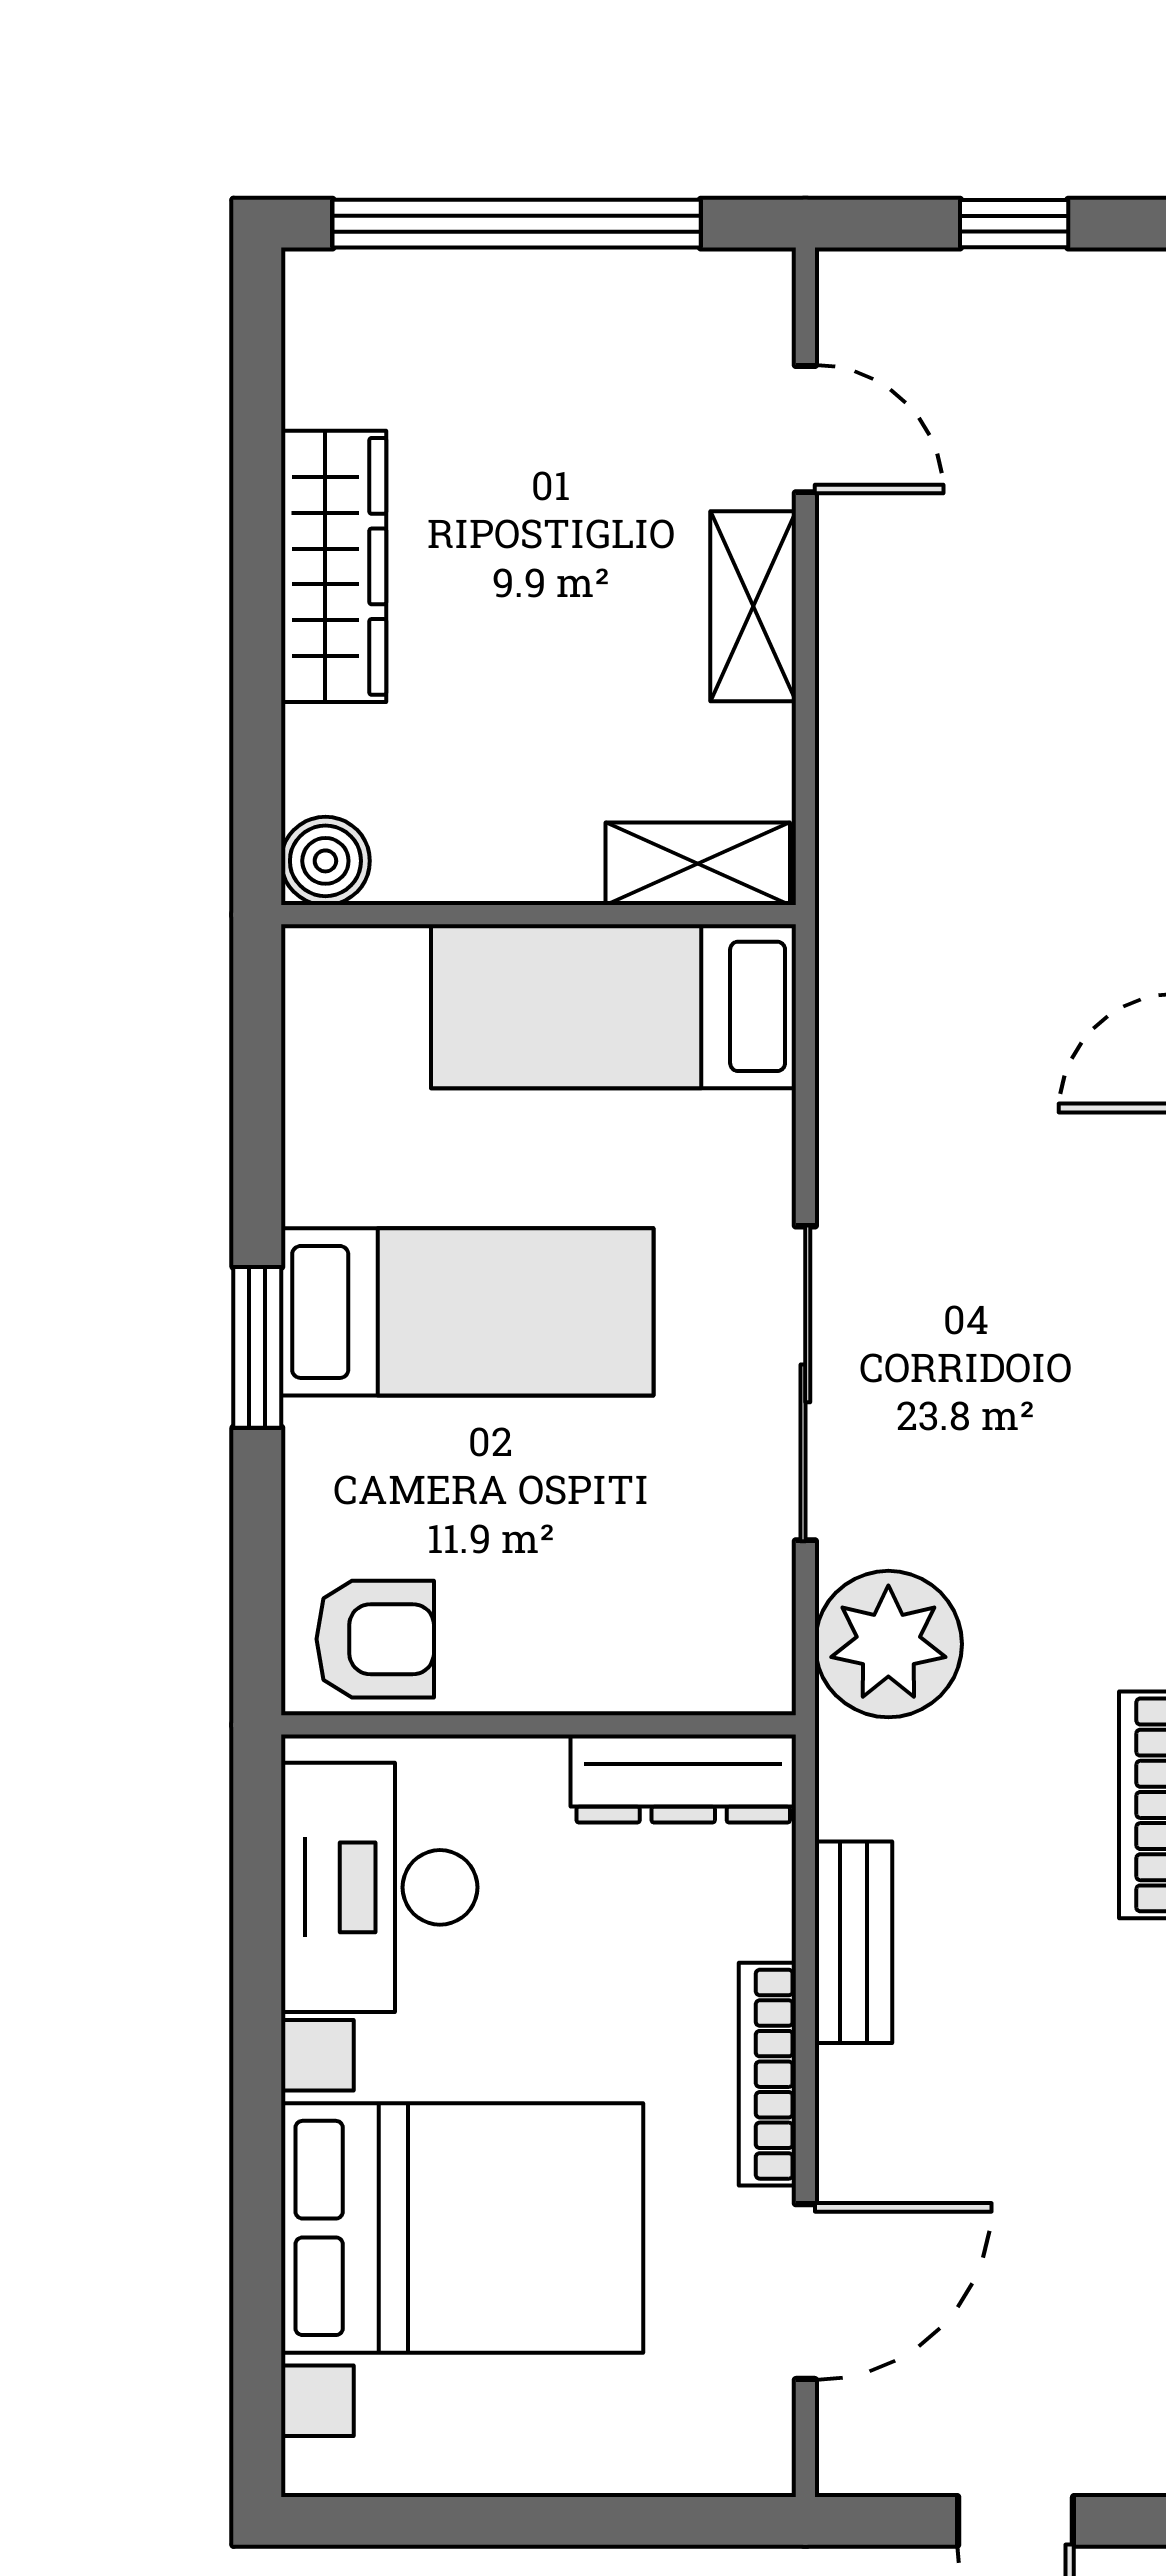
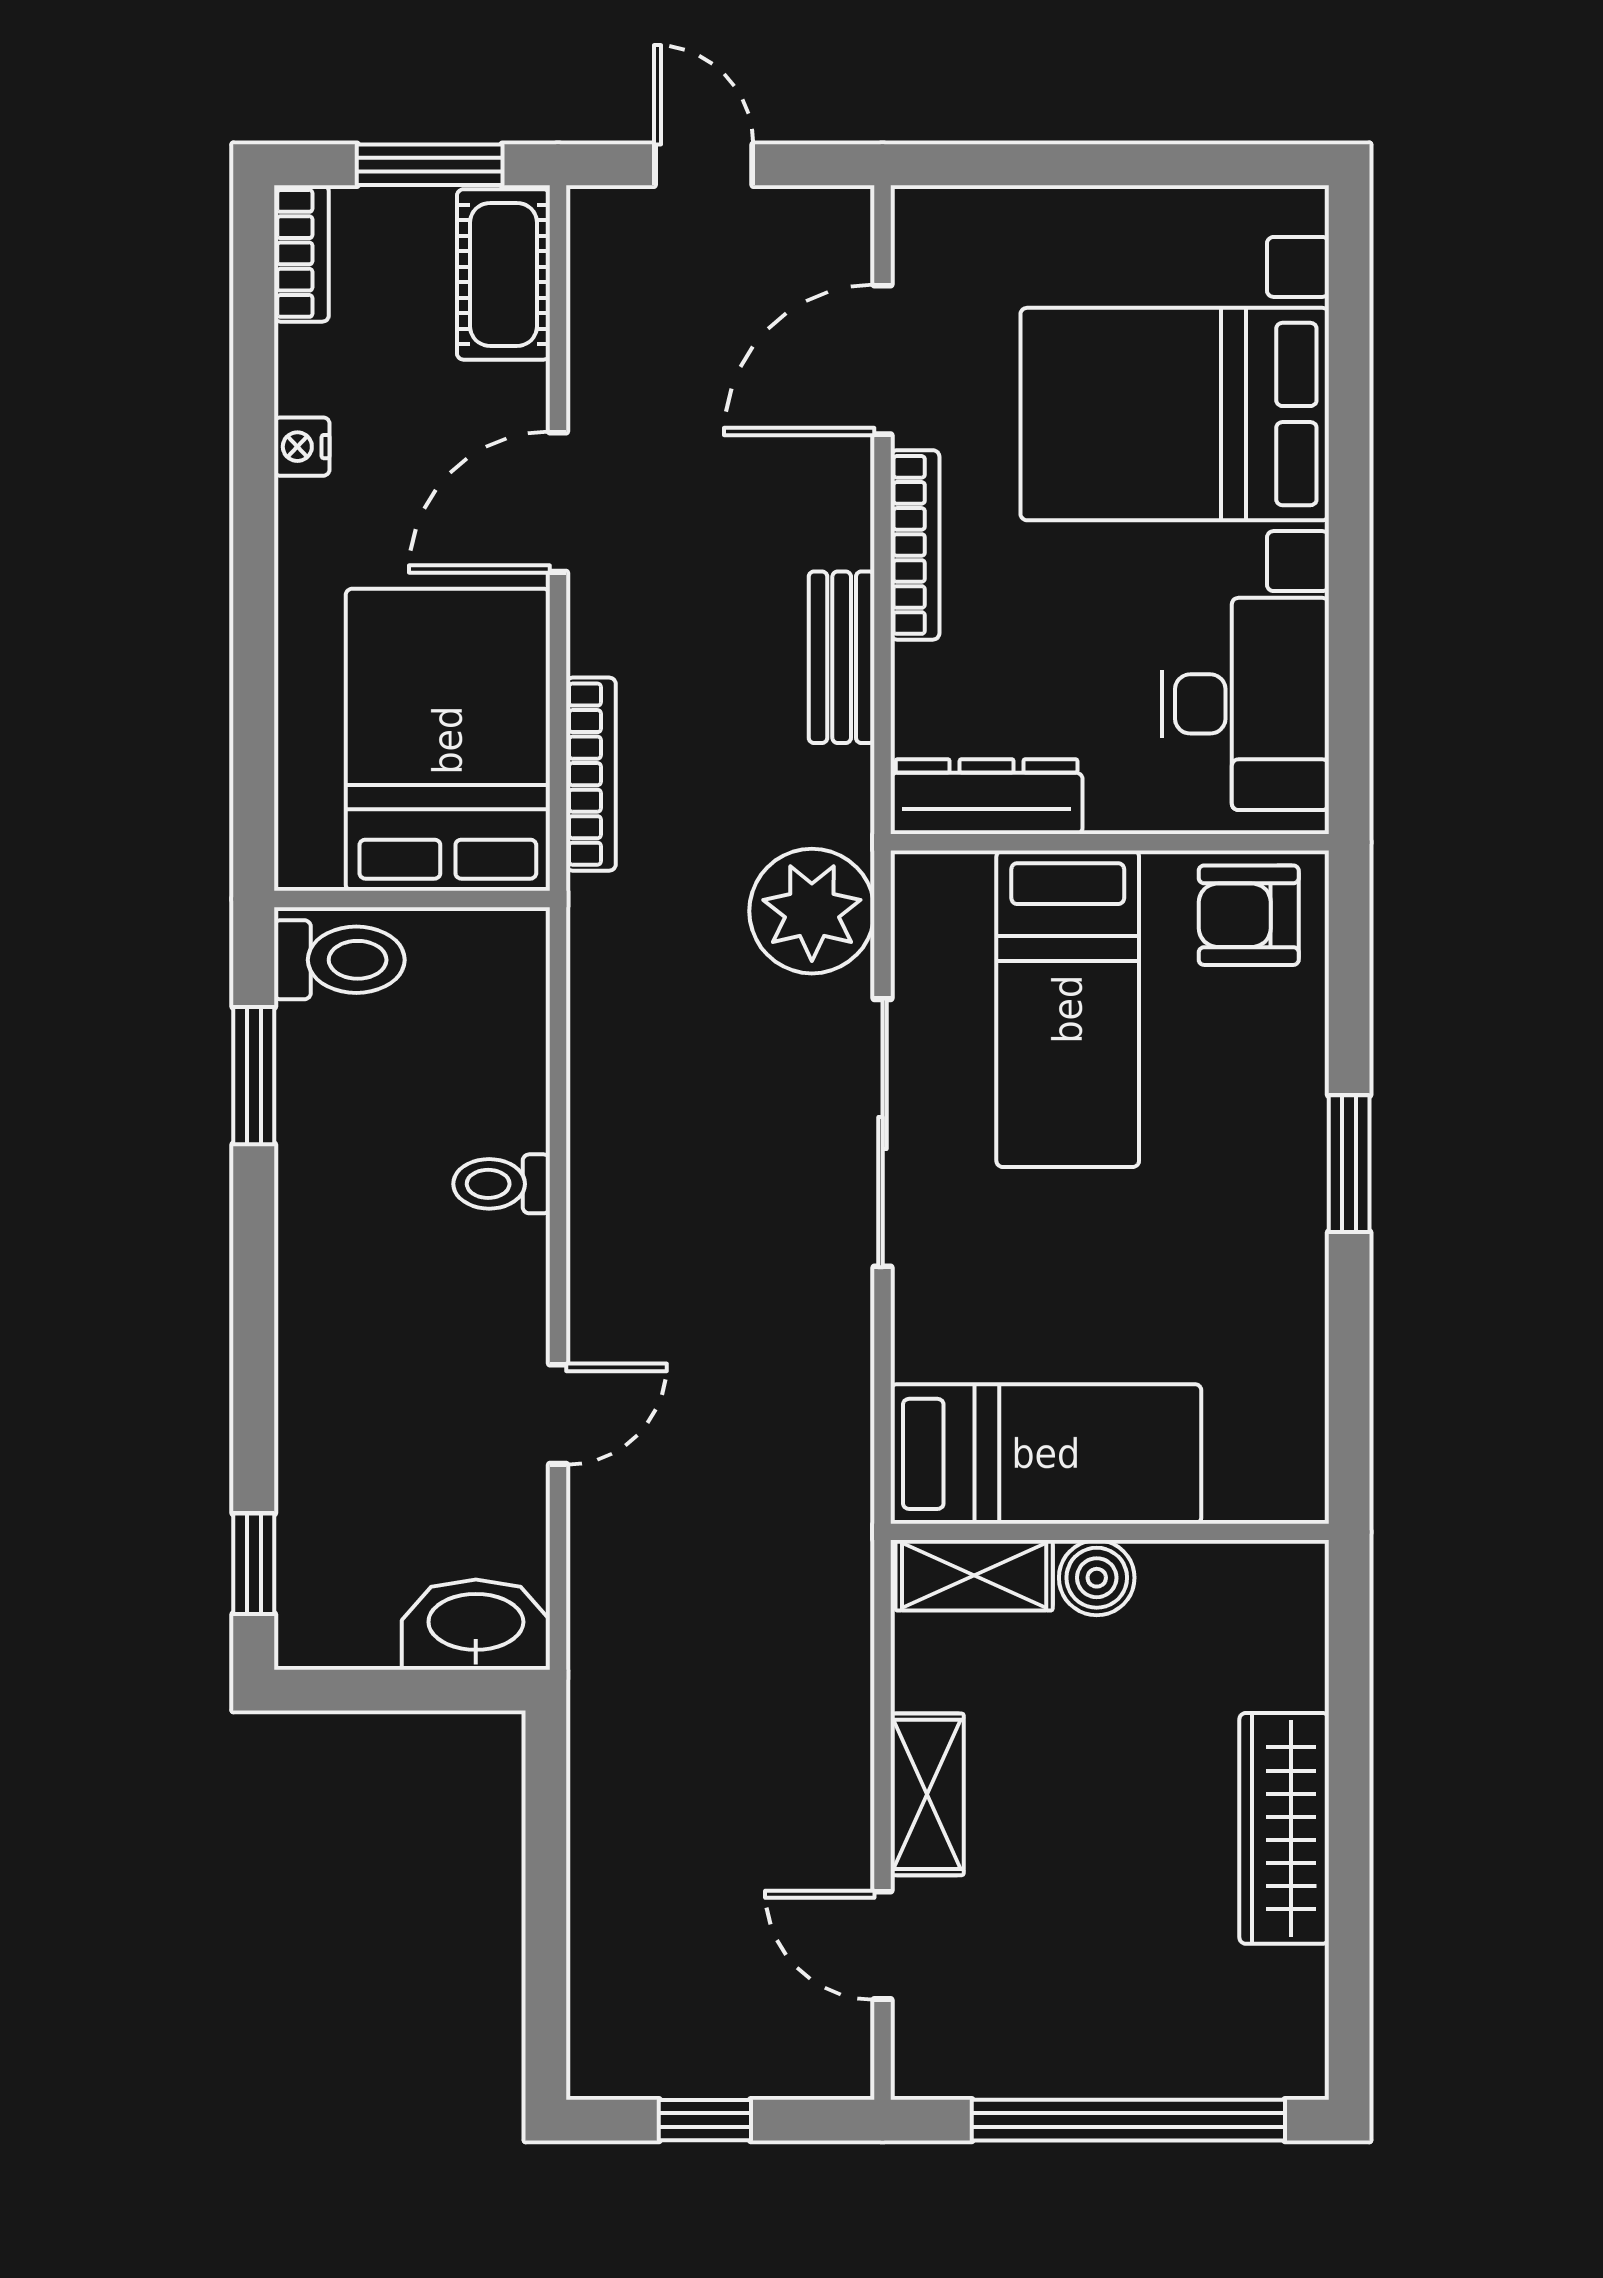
boiler: (325, 861) -> (1097, 1578), moved
bed: (467, 1312) -> (1068, 1009), moved, turned -90

